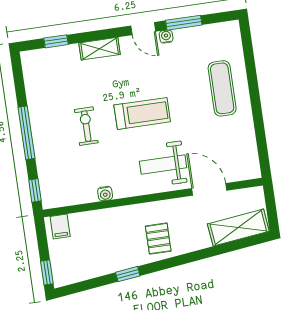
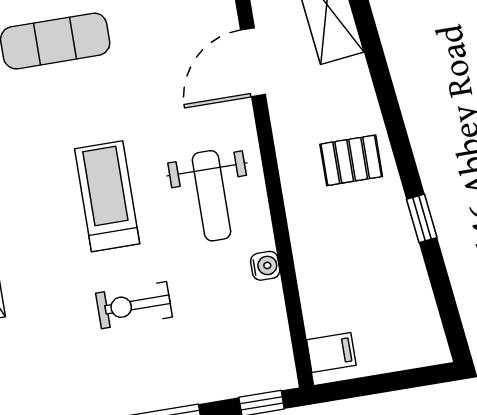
weight bench: (163, 165) -> (211, 196), moved
window: (47, 272) -> (421, 377), removed

